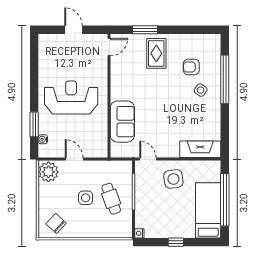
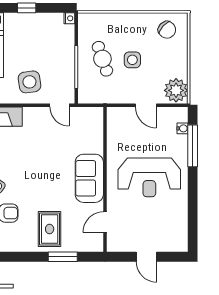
door: (109, 47) -> (105, 222), moved
sofa: (122, 122) -> (89, 178), moved
window: (34, 124) -> (193, 146), width x1.44

